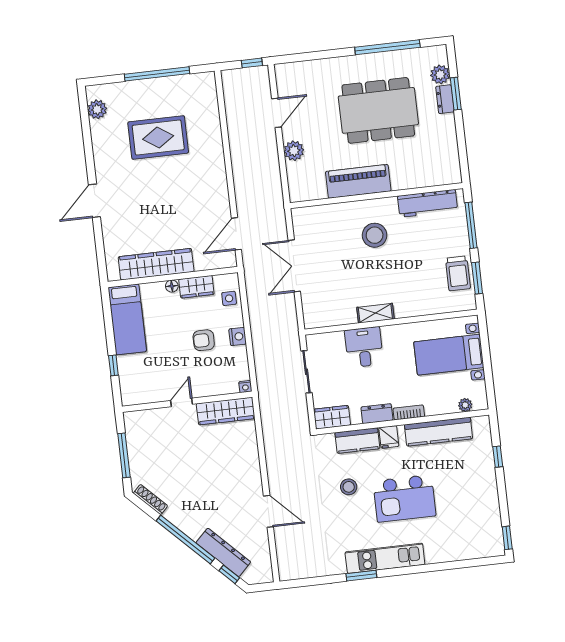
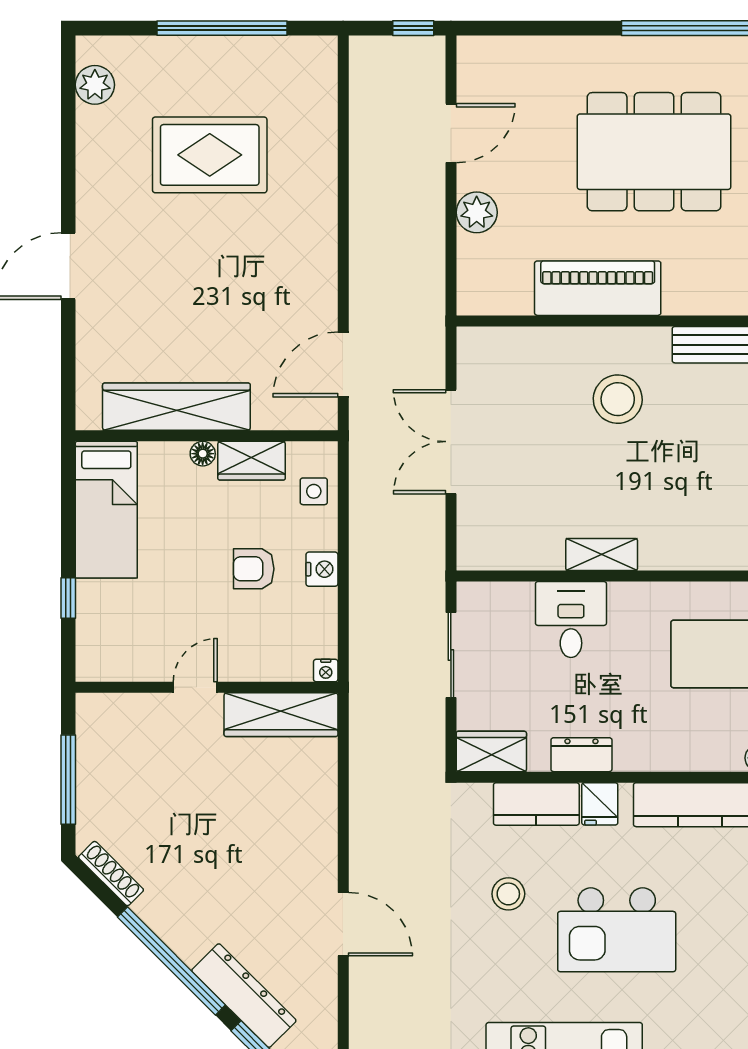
bookcase: (409, 412) -> (645, 760), removed

